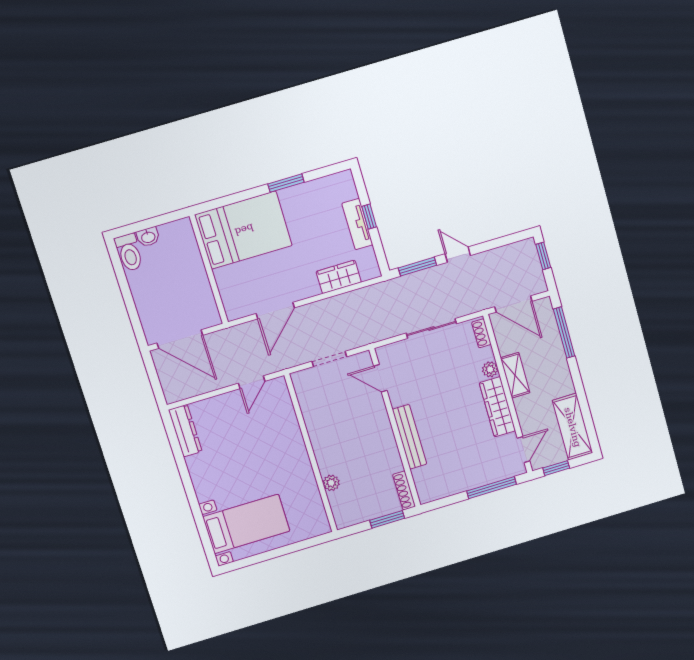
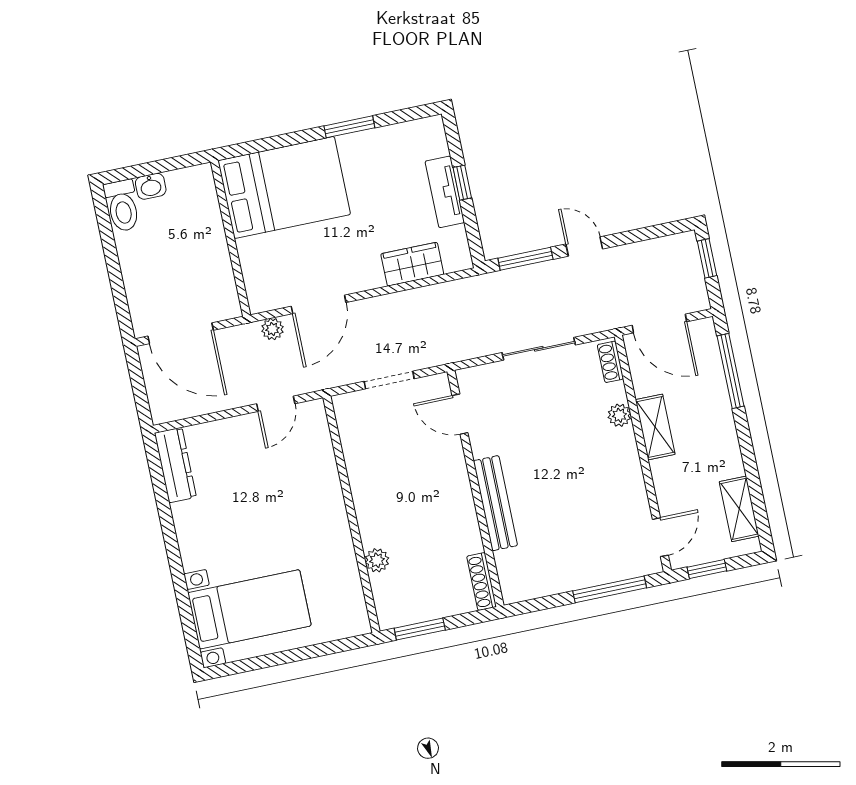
plant: (244, 331) -> (272, 329), added
wardrobe: (497, 407) -> (626, 471), removed
shelving: (573, 427) -> (739, 509), width x0.67, depth x0.75
window: (387, 519) -> (420, 629), moved

